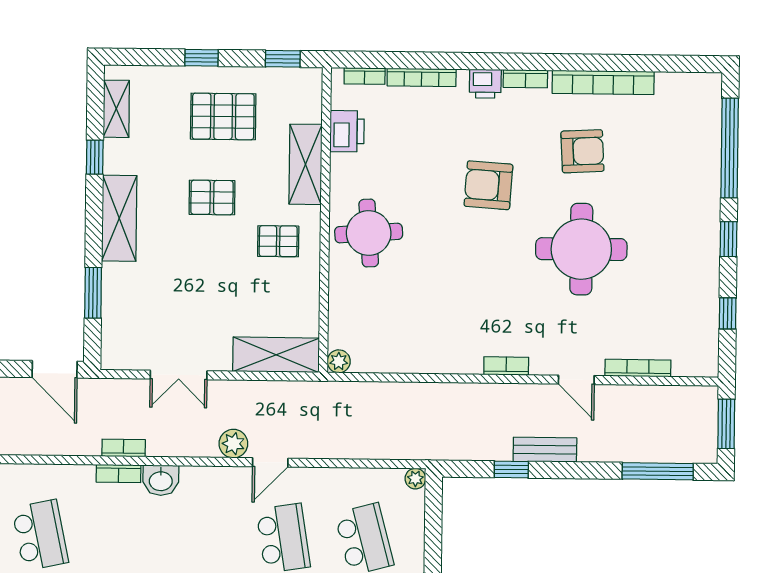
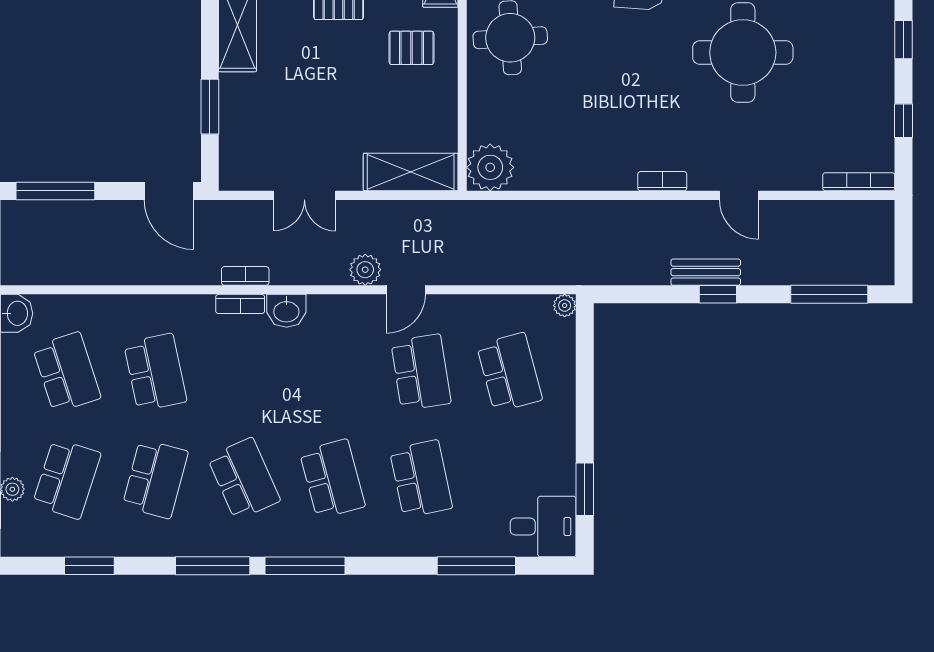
plant: (339, 361) -> (490, 167), width x1.88, depth x1.88
bookcase: (638, 368) -> (859, 182), moved
window: (726, 424) -> (904, 242), removed
window: (511, 469) -> (718, 294), moved

